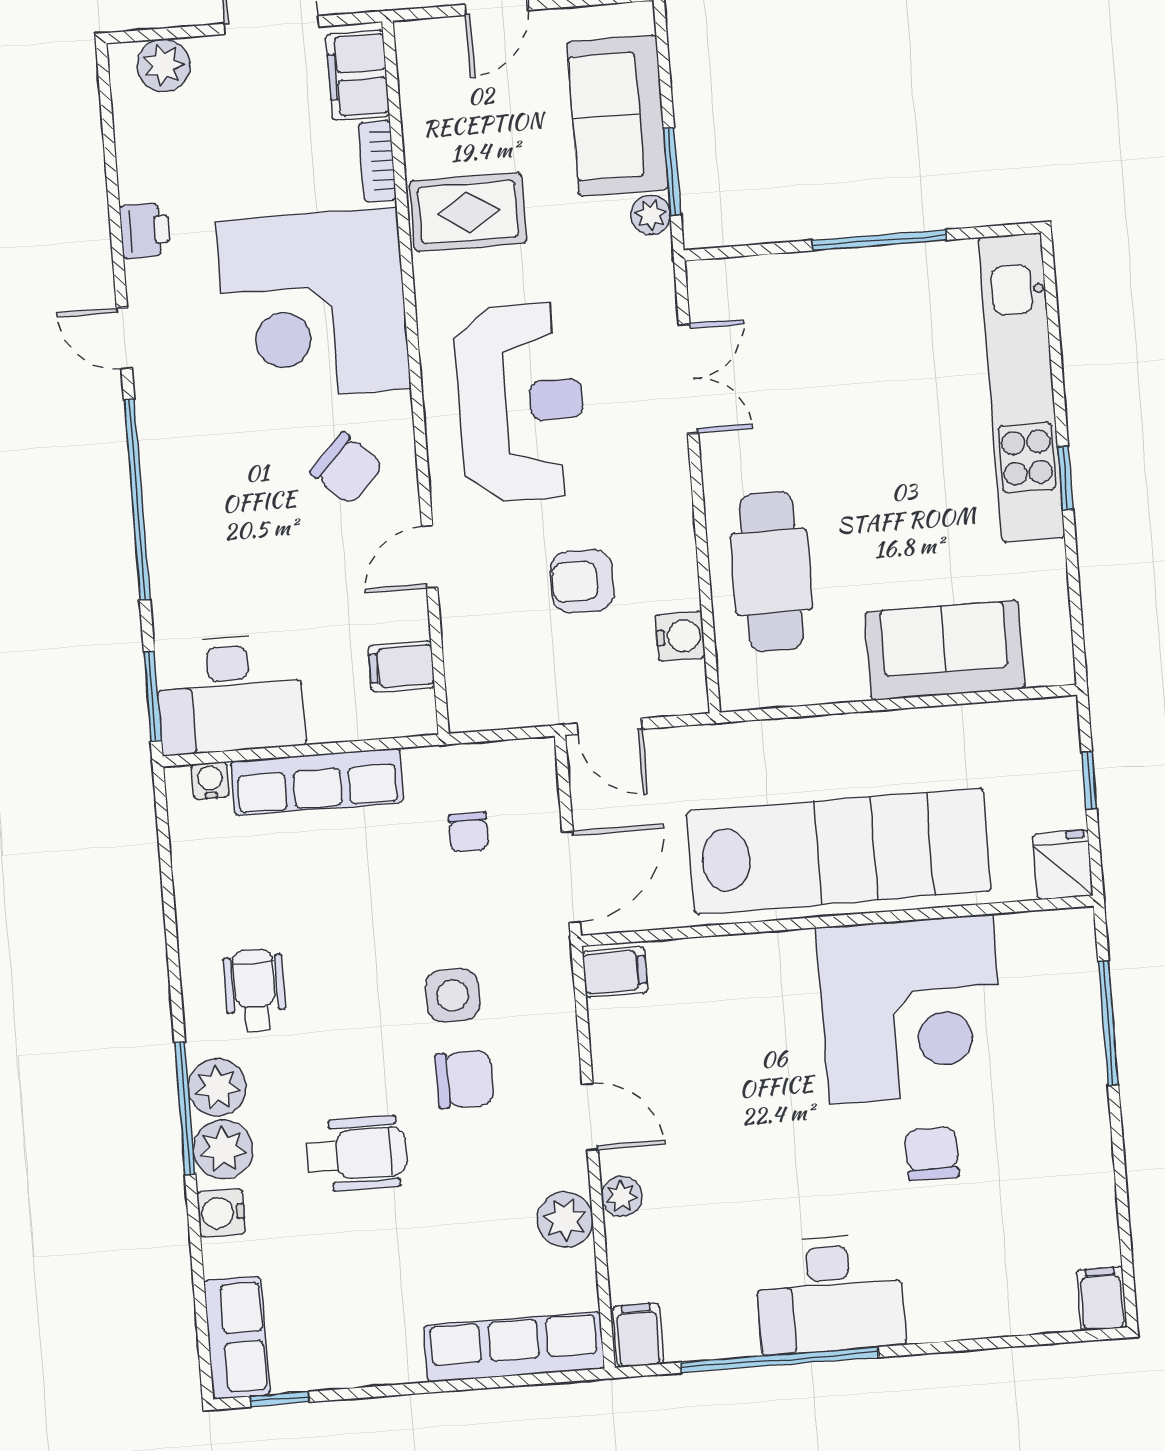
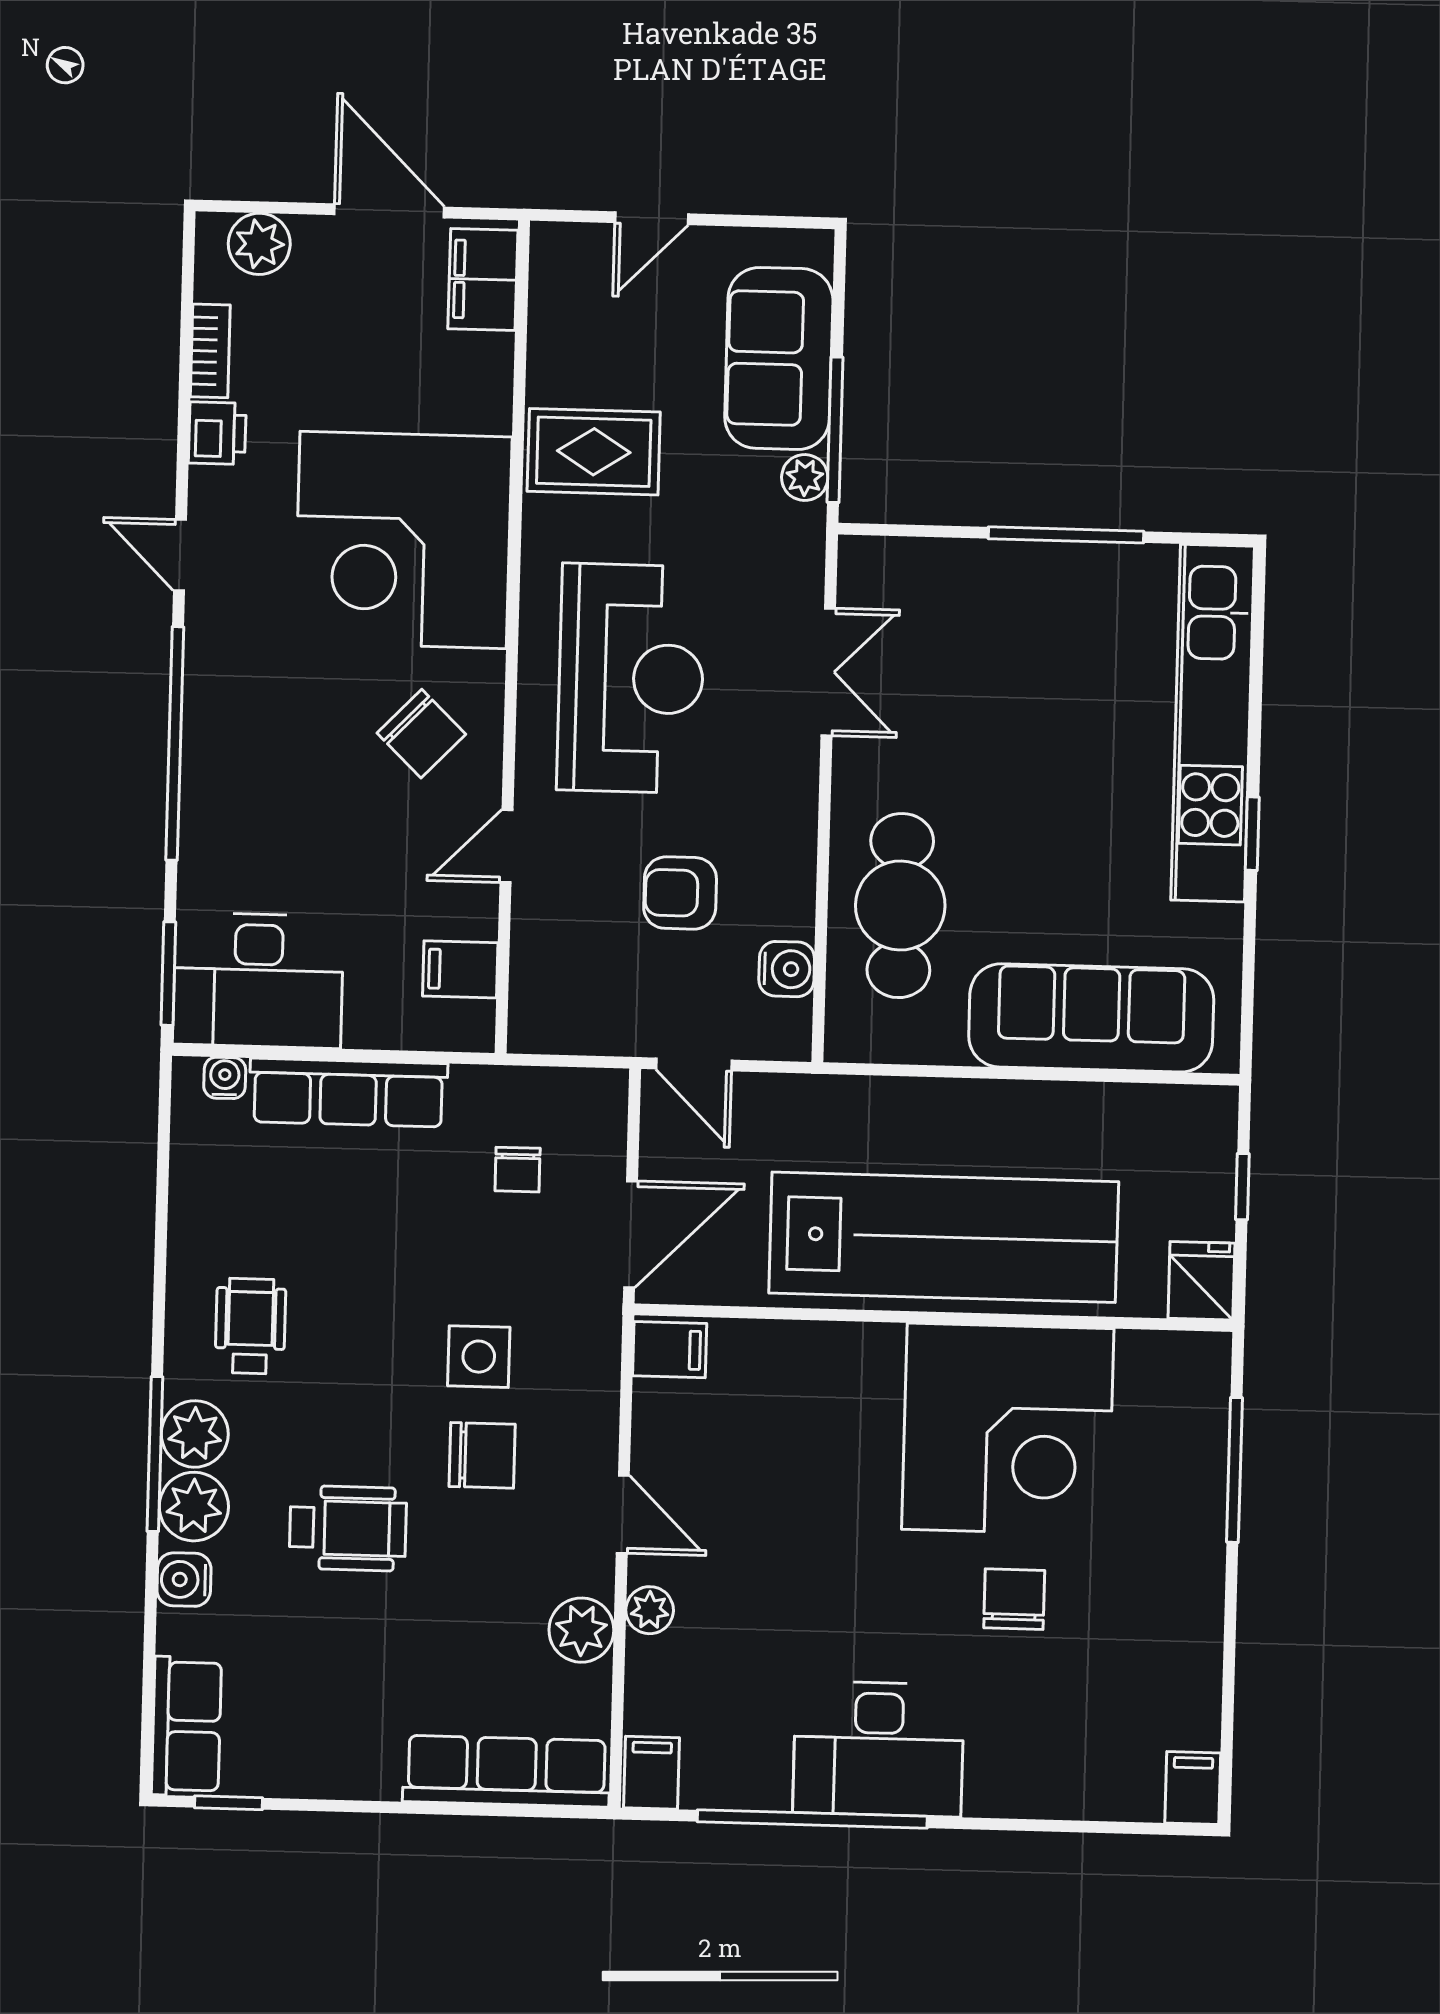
bookcase: (377, 161) -> (210, 351), moved, turned 180
window: (672, 171) -> (835, 430), width x1.44
sofa: (945, 650) -> (1091, 1018), width x1.36

